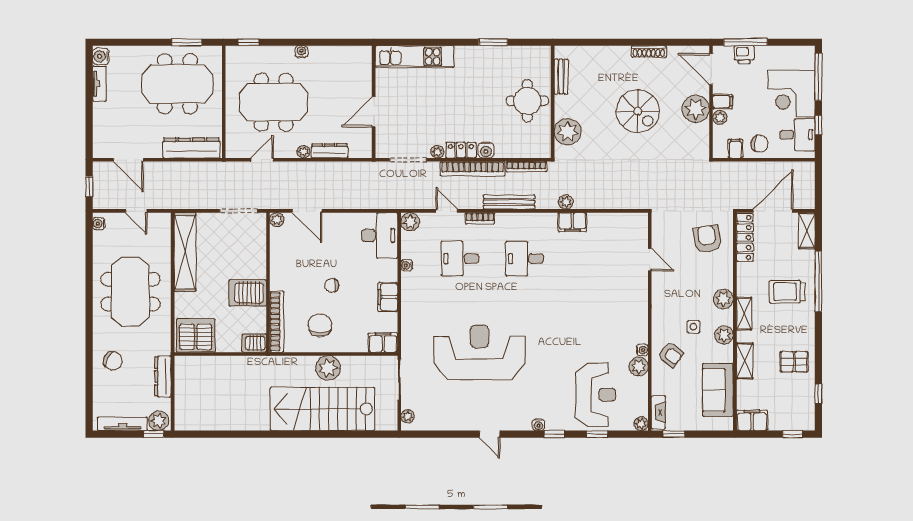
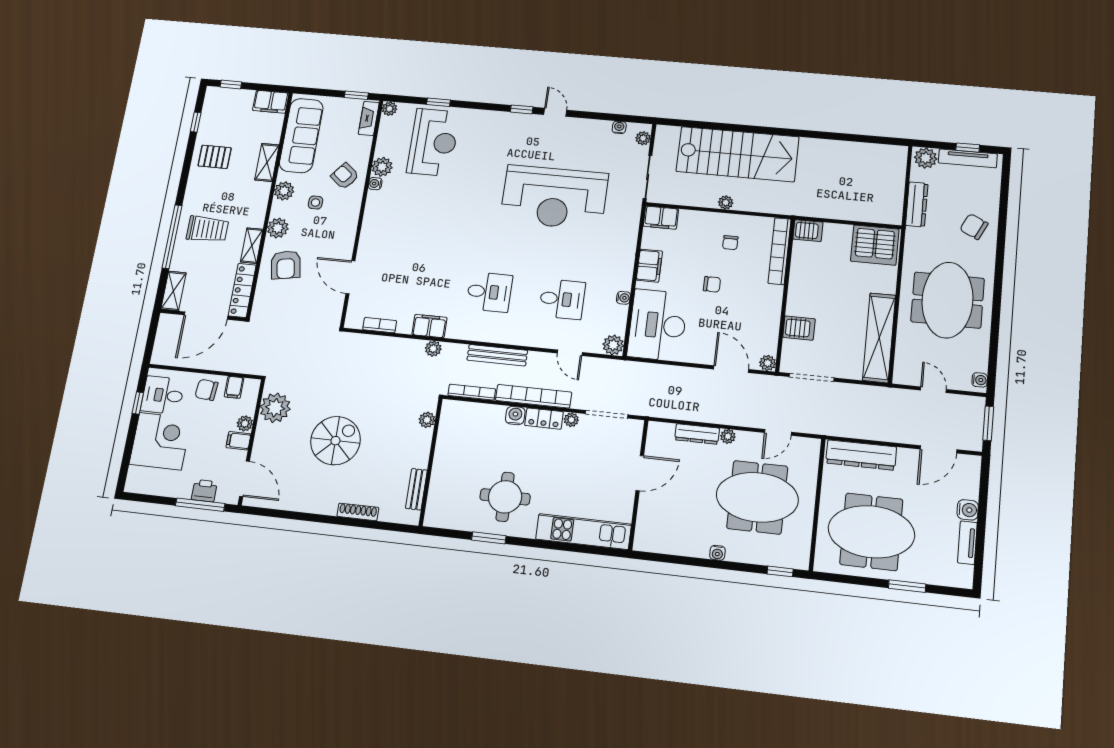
window: (187, 42) -> (907, 586), moved
shoe rack: (649, 52) -> (358, 512), moved
water cooler: (101, 56) -> (968, 510), moved
window: (818, 77) -> (127, 456), removed
round table: (527, 101) -> (505, 497), moved
plant: (696, 109) -> (275, 408), moved
spiral stairs: (638, 111) -> (335, 441), turned 90
plant: (568, 132) -> (427, 420), width x0.53, depth x0.53
door: (128, 160) -> (938, 449), swing flipped
window: (89, 187) -> (988, 423), width x1.50
bookcase: (480, 218) -> (380, 325), moved
desk: (380, 235) -> (658, 325), width x1.36, depth x1.30
armchair: (707, 239) -> (286, 265), moved
door: (650, 260) -> (350, 277), width x1.38
server rack: (248, 293) -> (799, 328), moved, width x0.73, depth x0.70
shelving: (744, 314) -> (252, 246), moved
chair: (320, 325) -> (730, 243), width x0.54, depth x0.54
plant: (328, 368) -> (726, 203), width x0.53, depth x0.53
sofa: (718, 390) -> (301, 135), width x1.36
reception desk: (596, 395) -> (433, 142), turned 180
water cooler: (538, 425) -> (619, 127), moved
window: (154, 434) -> (968, 148), moved
window: (554, 434) -> (522, 109), moved

